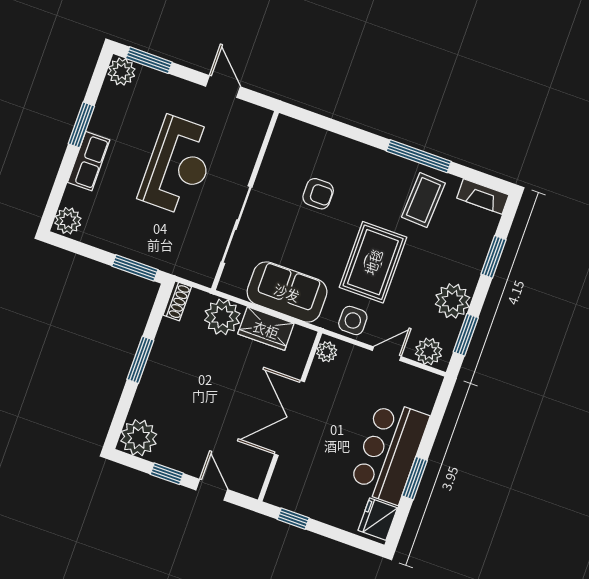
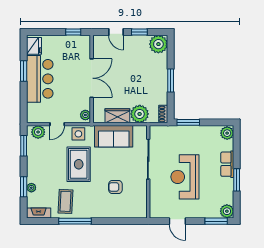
plant: (453, 301) -> (31, 188), moved, width x0.53, depth x0.53

